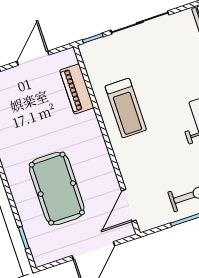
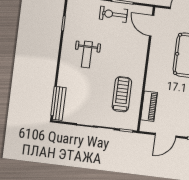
treadmill: (126, 108) -> (122, 94), moved
door: (129, 206) -> (152, 26), swing flipped

